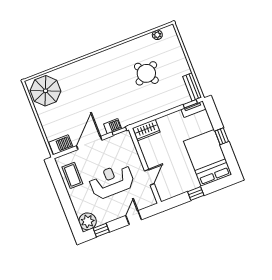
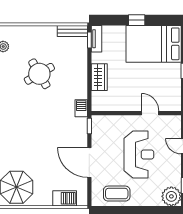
barbecue: (113, 126) -> (81, 108), moved
wardrobe: (146, 130) -> (99, 77), moved
barbecue: (61, 145) -> (65, 198), moved, turned 90
reception desk: (112, 181) -> (139, 155), turned 180

